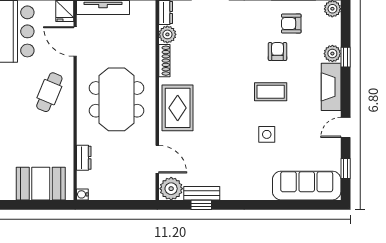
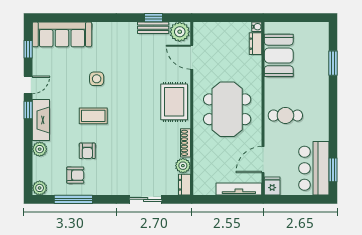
door: (75, 41) -> (263, 160), swing flipped
window: (346, 57) -> (28, 110), moved
cafe table: (49, 92) -> (285, 115), turned 67
dresser: (84, 158) -> (256, 44), moved
booth: (41, 184) -> (279, 55), moved, turned 90

